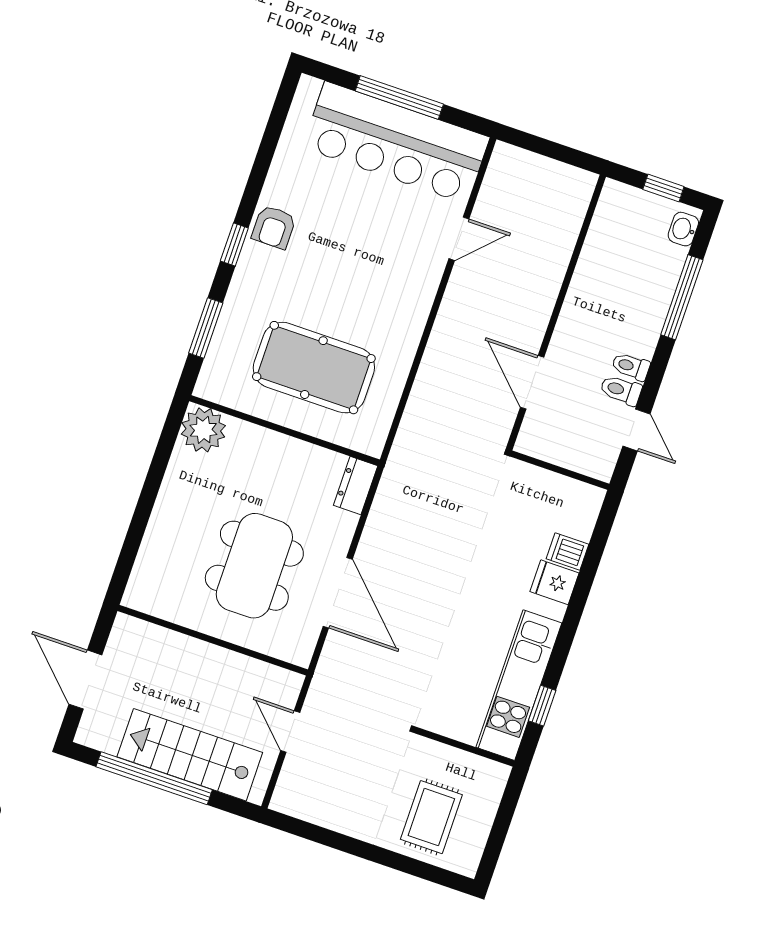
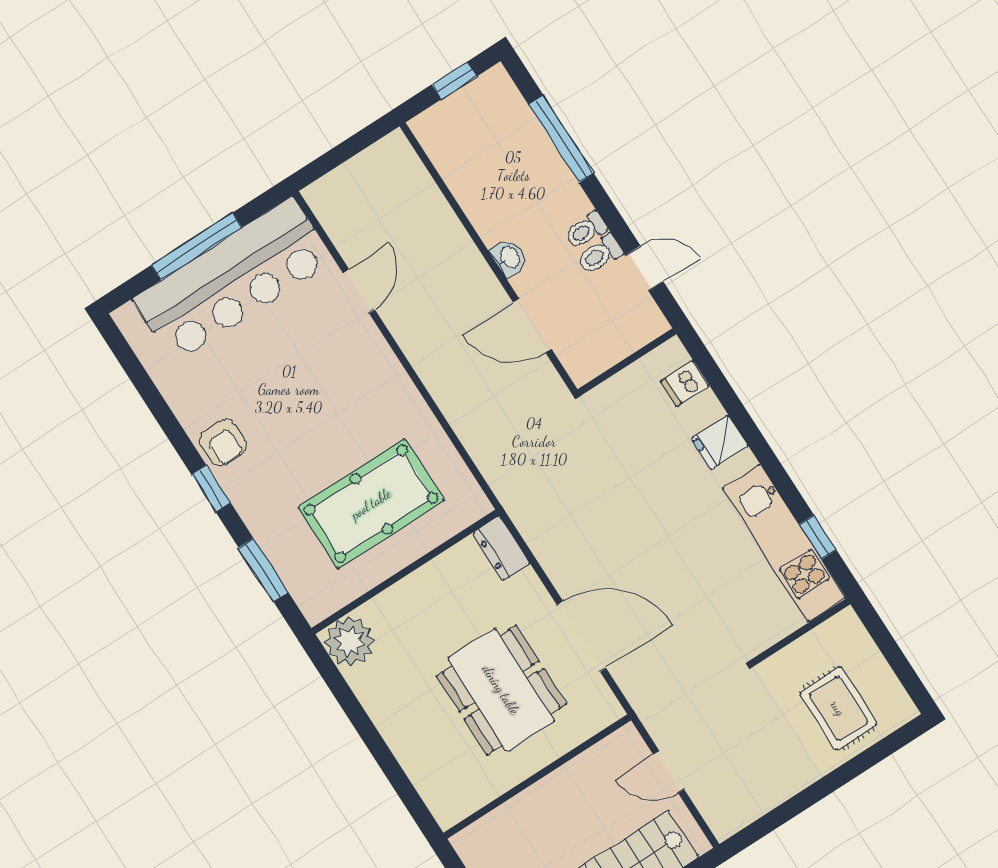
washbasin: (683, 229) -> (509, 258), moved, turned 180
dishwasher: (567, 552) -> (685, 383), moved

